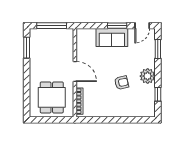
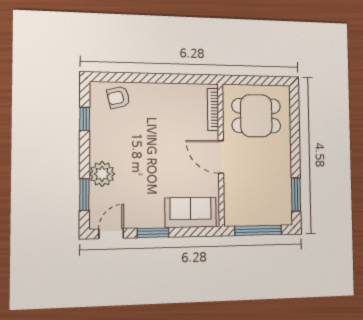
sofa: (112, 37) -> (191, 212), moved
plant: (148, 76) -> (102, 174), moved
armchair: (122, 83) -> (118, 97), moved
dining table: (52, 97) -> (256, 116), turned 90

